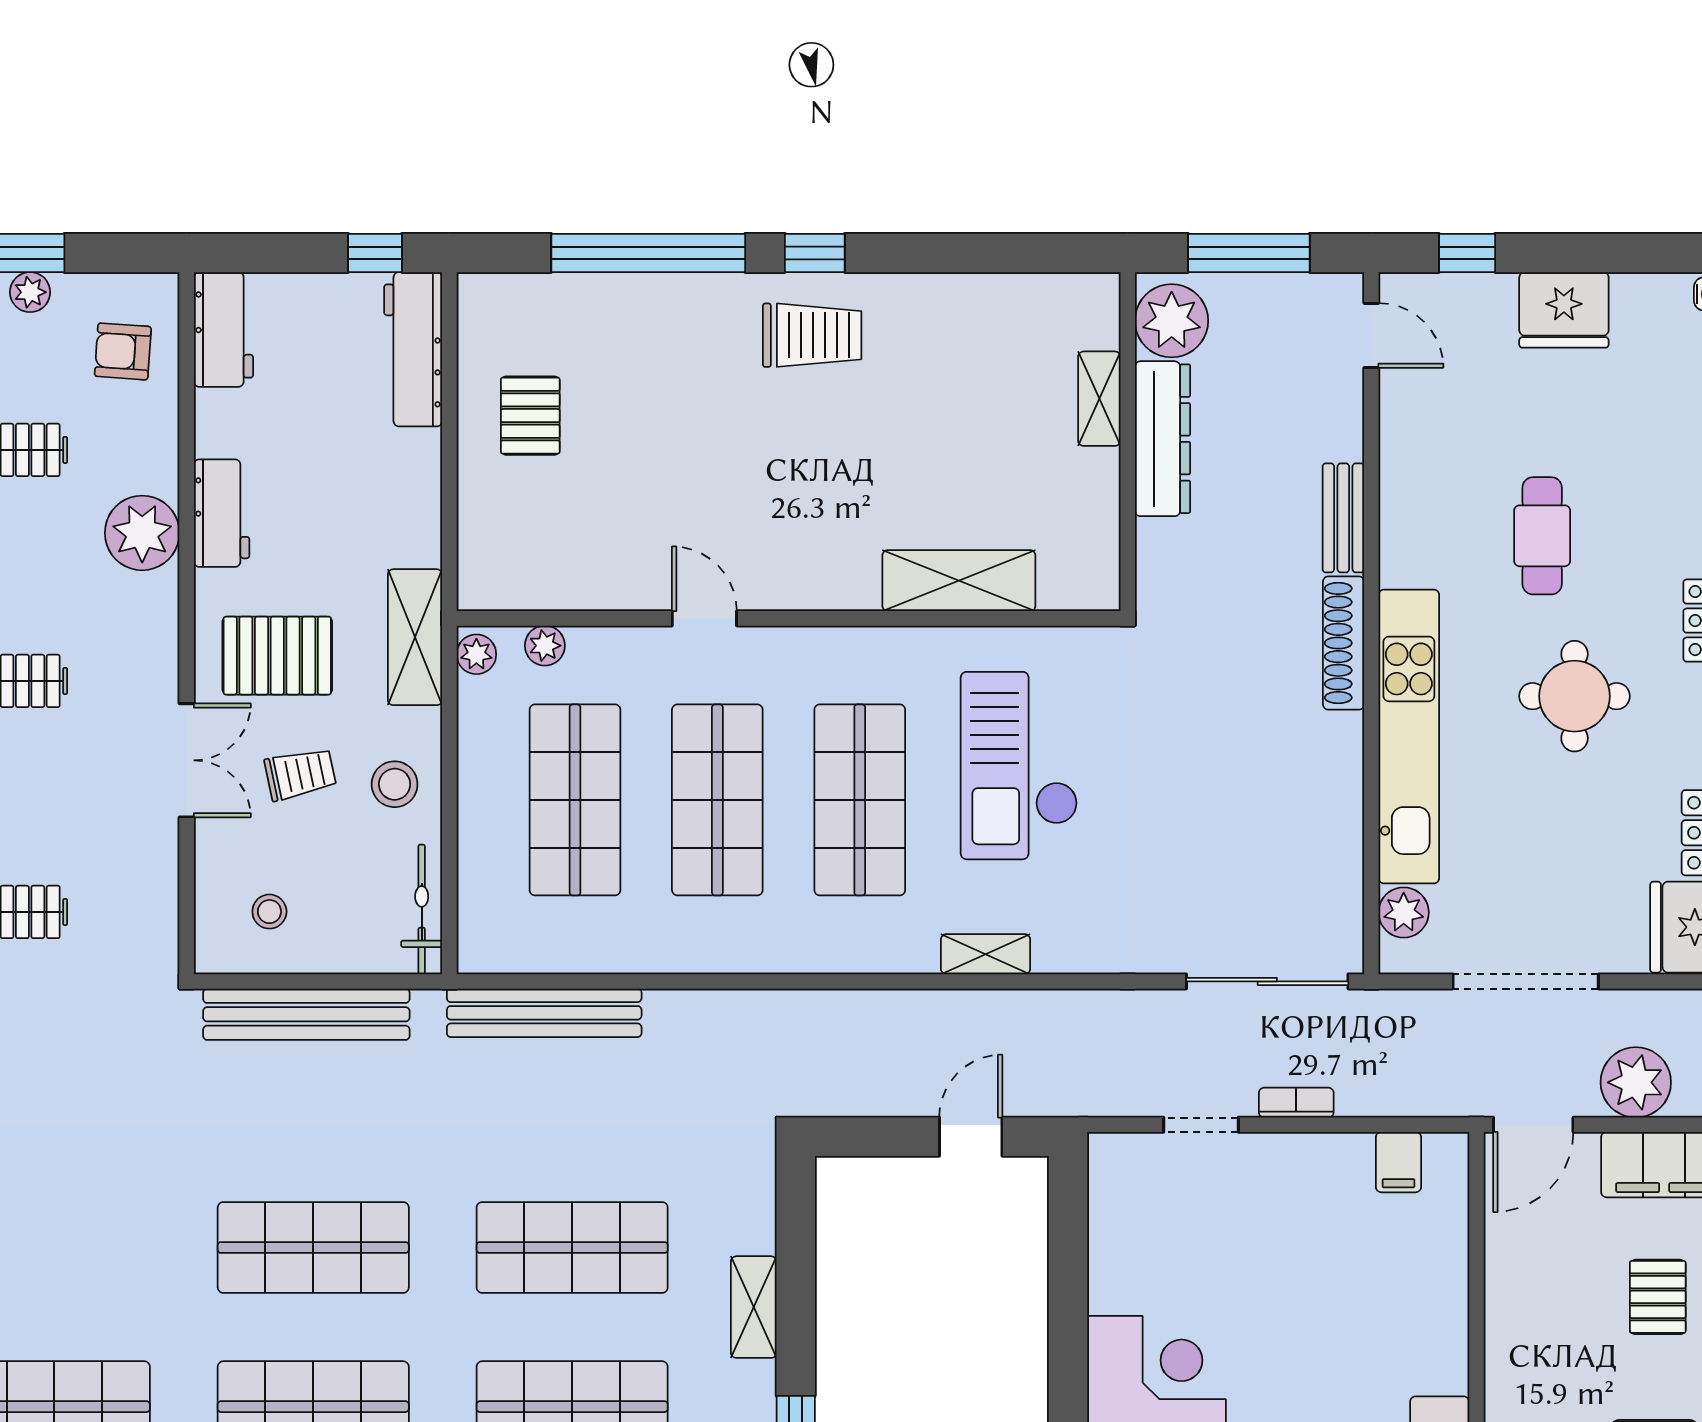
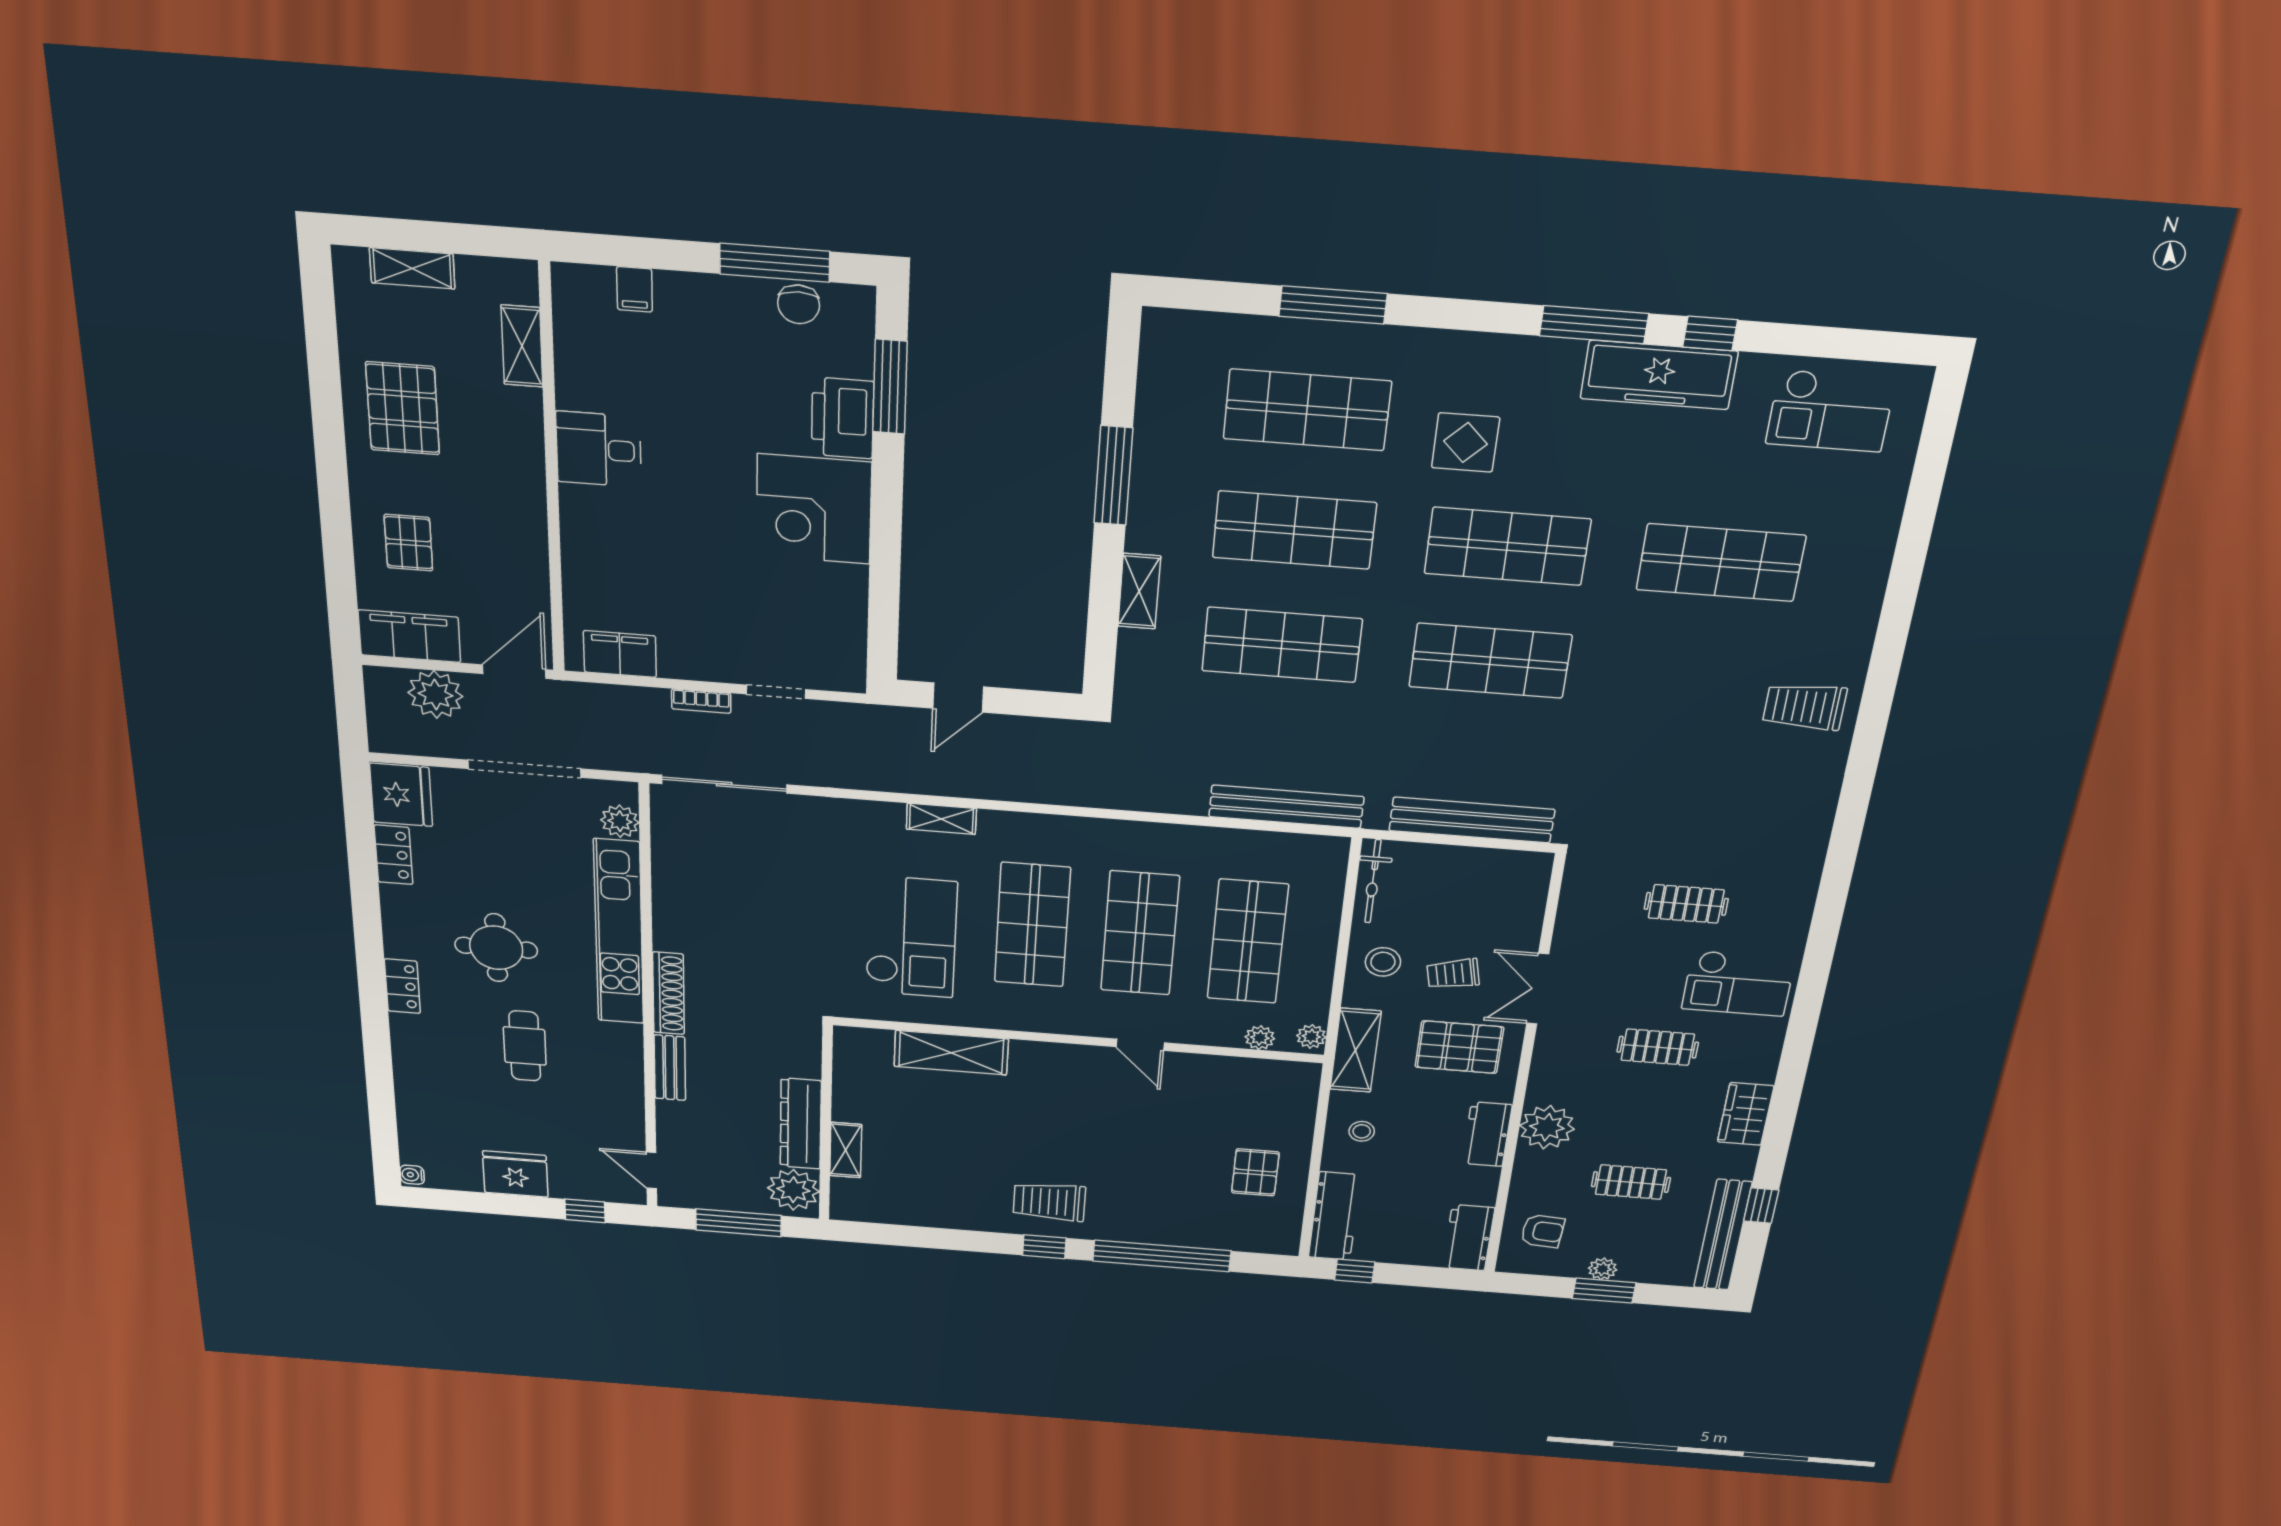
stool: (269, 912) -> (1362, 1131), moved
filing cabinet: (1398, 1162) -> (620, 654), width x2.00

